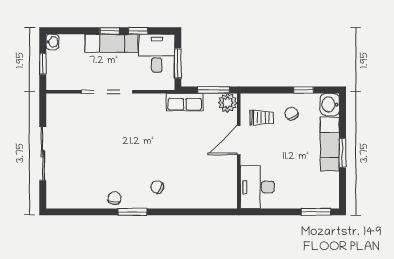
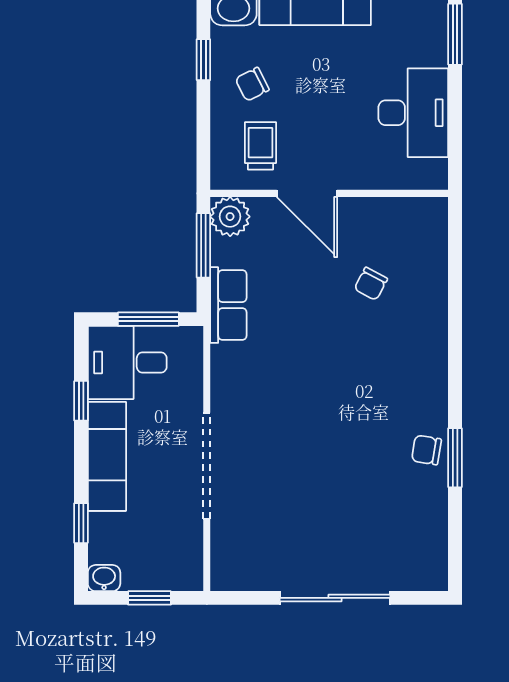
window: (110, 31) -> (81, 523), moved
chair: (157, 187) -> (371, 284), moved
desk: (257, 187) -> (413, 113), moved, turned -90
window: (132, 212) -> (455, 458), moved

